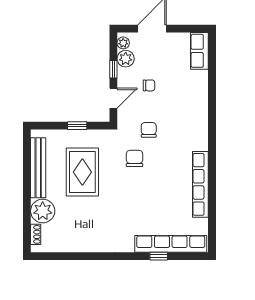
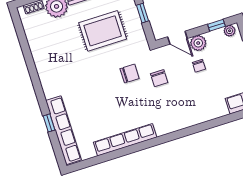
plant: (126, 59) -> (198, 43), moved
window: (113, 69) -> (216, 25), moved
chair: (149, 130) -> (159, 78), turned 90

